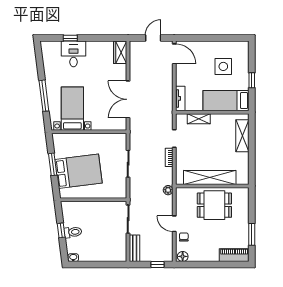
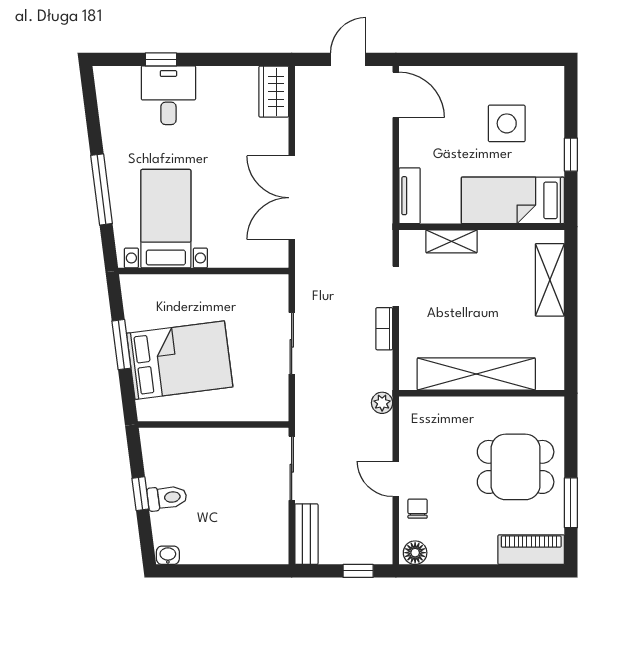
dining table: (214, 205) -> (516, 467), moved

